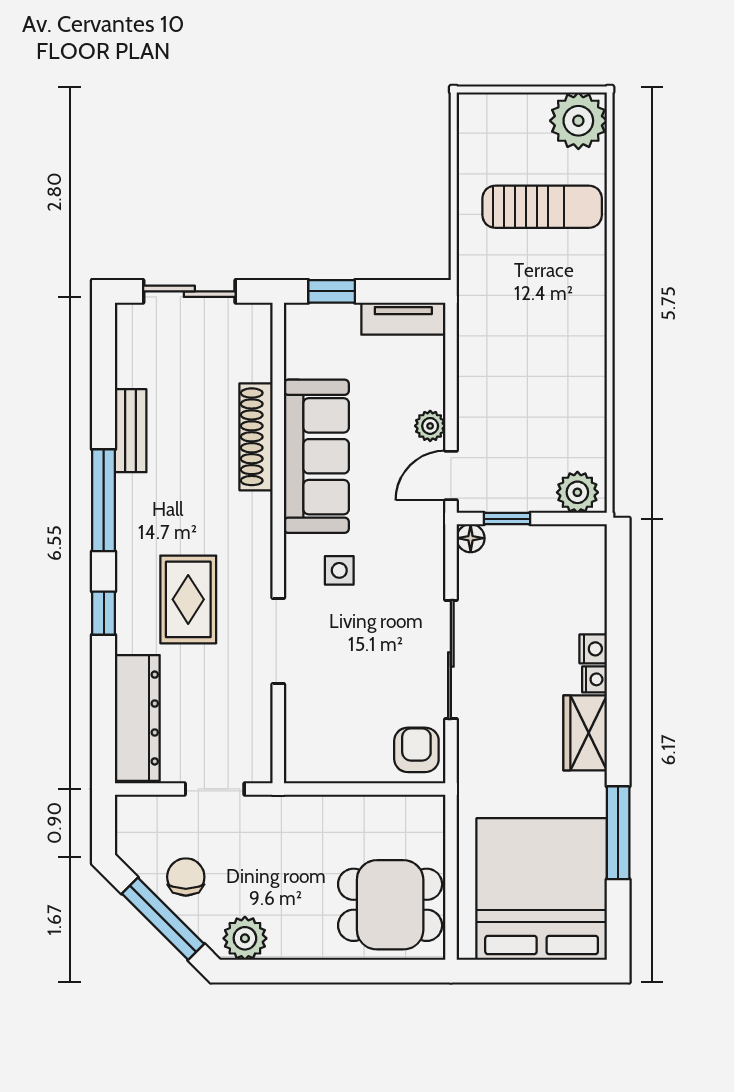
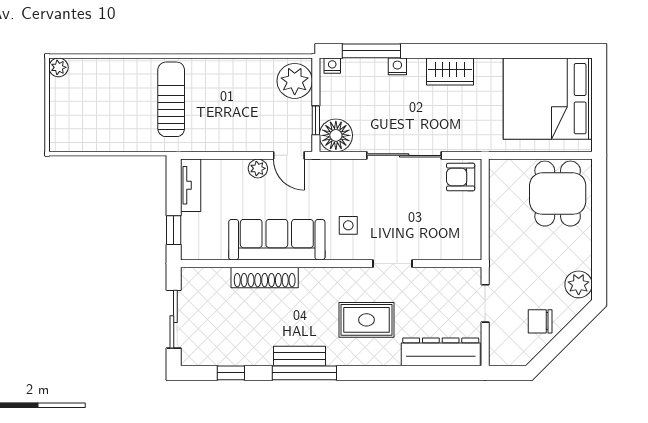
plant: (578, 121) -> (59, 67), width x0.53, depth x0.53
sun lounger: (542, 207) -> (171, 99), moved
bench: (131, 431) -> (300, 356), moved
plant: (577, 492) -> (295, 81), width x1.36, depth x1.36
floor lamp: (471, 538) -> (336, 135), width x1.89, depth x1.89
window: (104, 613) -> (231, 373), moved
doorway: (278, 641) -> (392, 264), width x0.73
nightstand: (594, 679) -> (332, 66), moved
window: (618, 833) -> (371, 51), moved
window: (163, 919) -> (566, 336), removed

